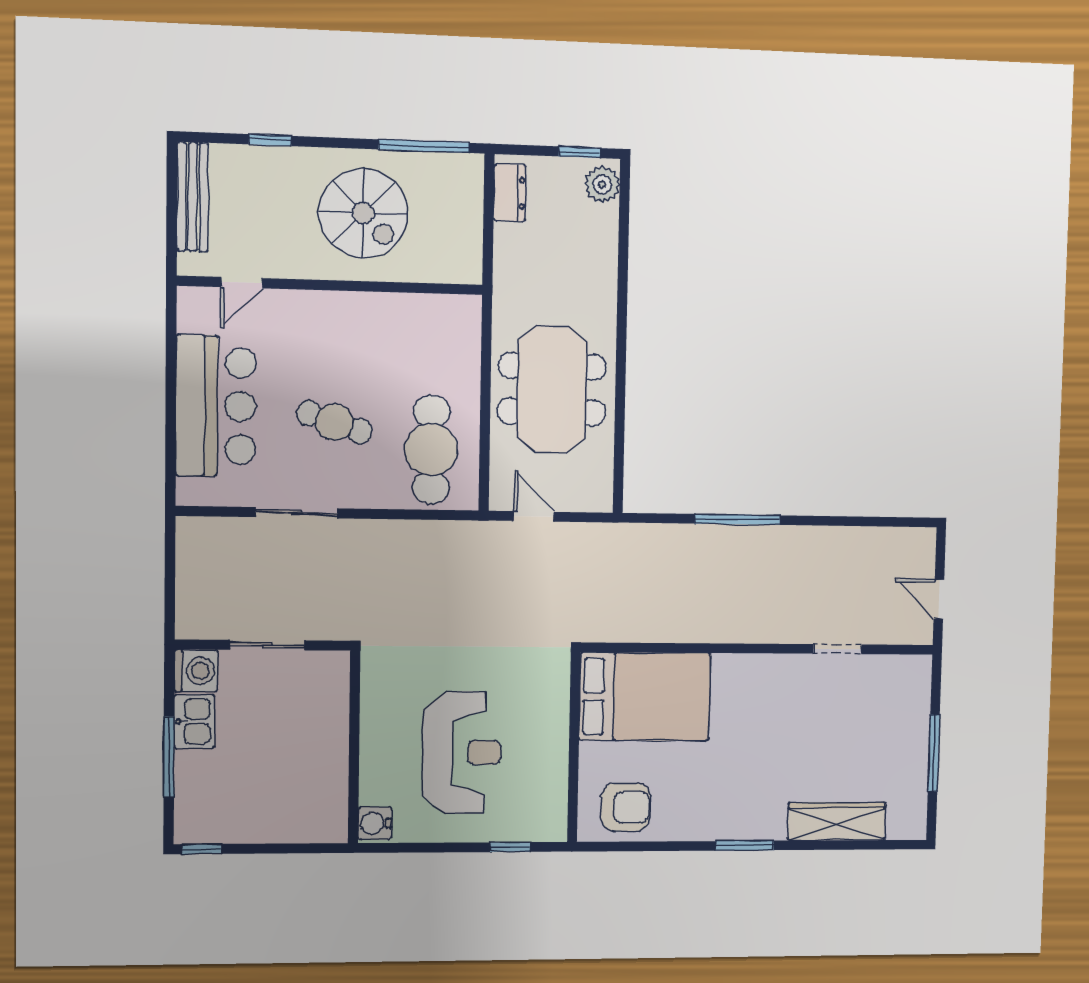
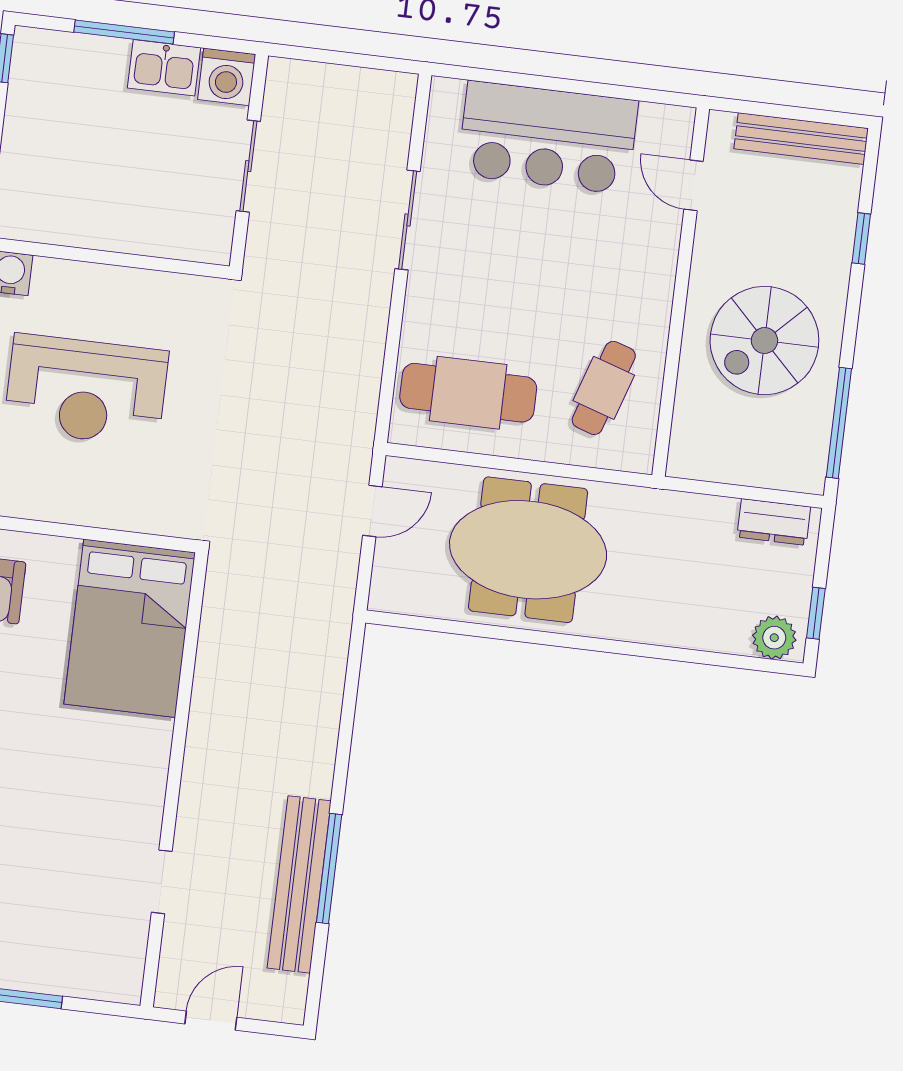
cafe table: (334, 422) -> (604, 388), moved
window: (738, 519) -> (329, 868), moved
bench: (830, 543) -> (299, 884), added

